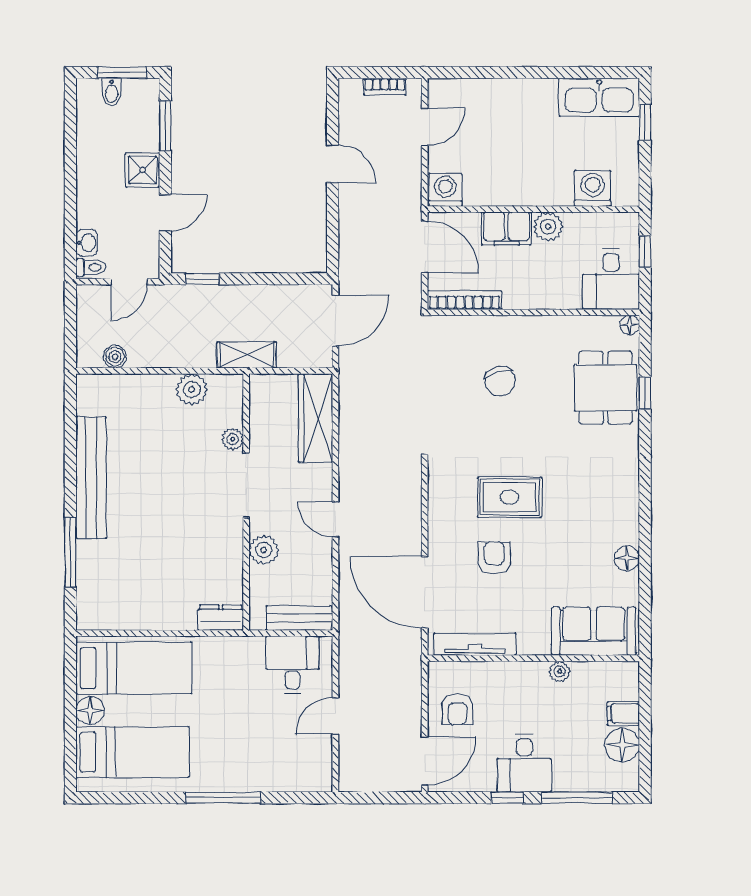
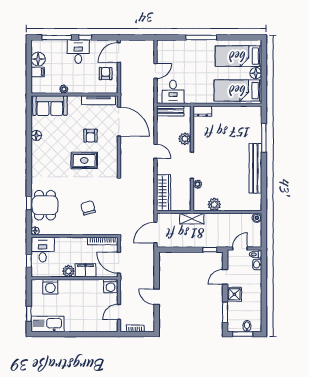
boiler: (115, 357) -> (257, 218), moved

